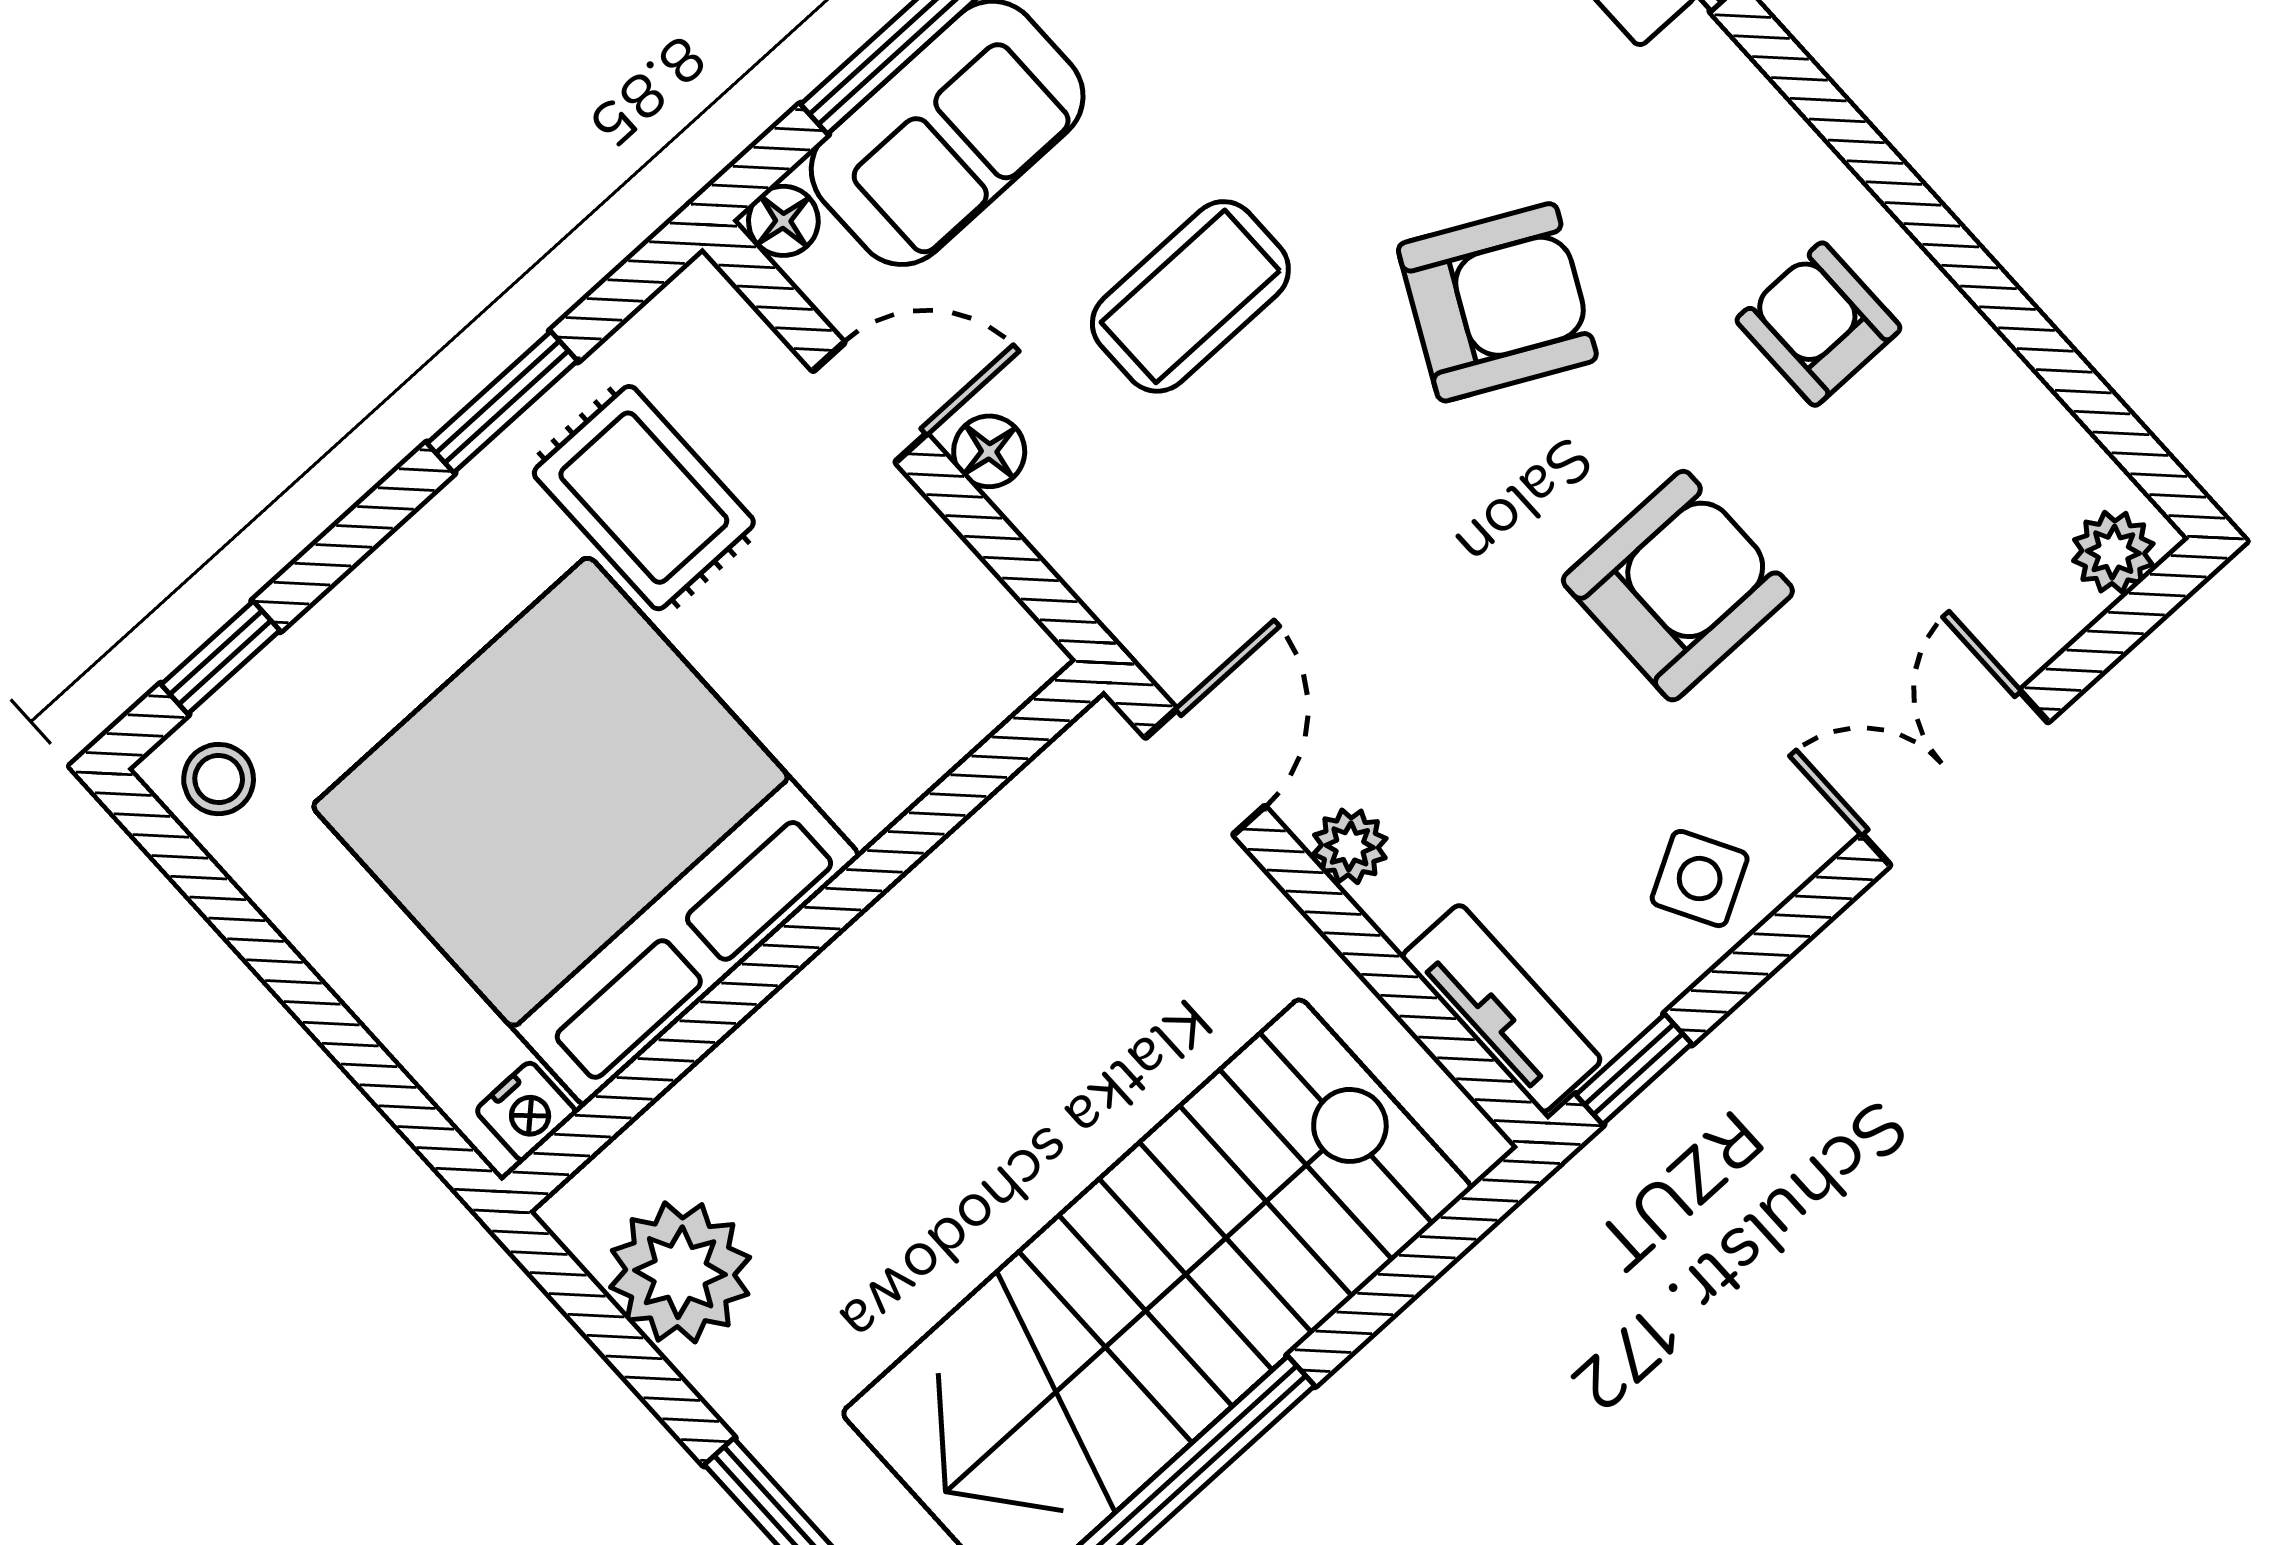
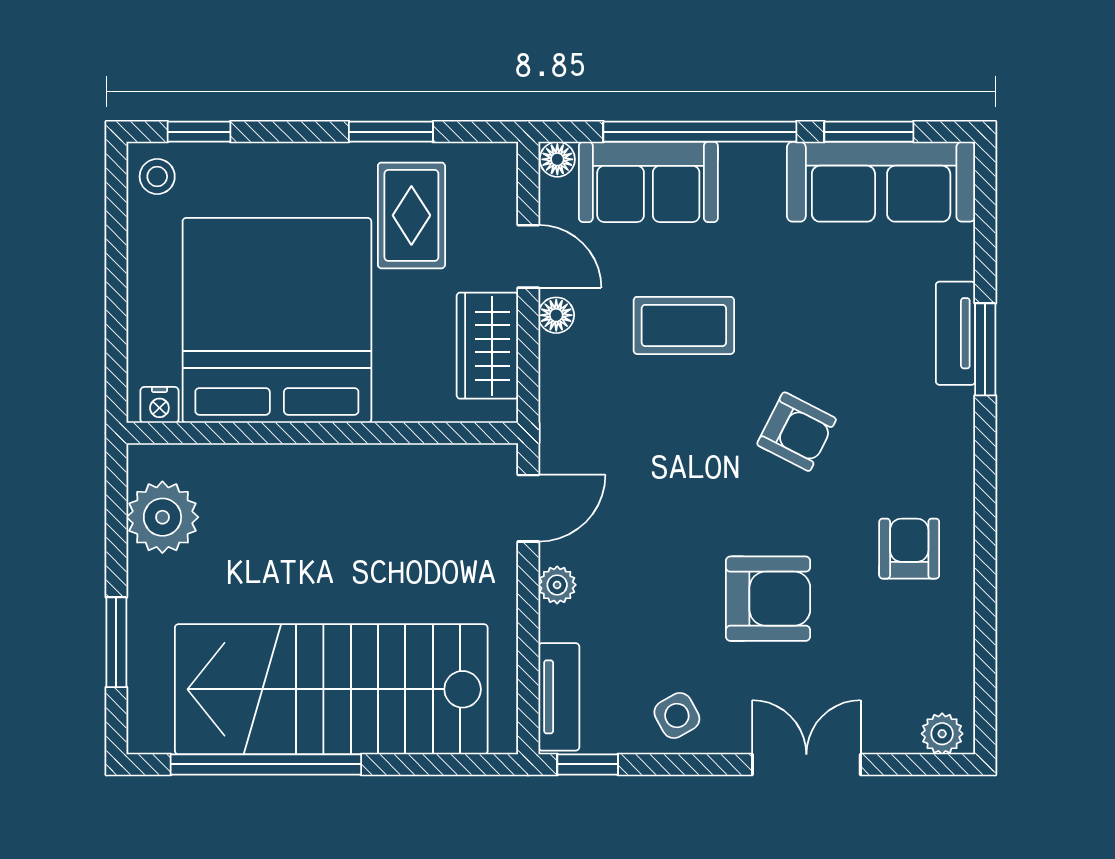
armchair: (1497, 302) -> (797, 432), width x0.72, depth x0.72
wardrobe: (929, 588) -> (487, 346), added

